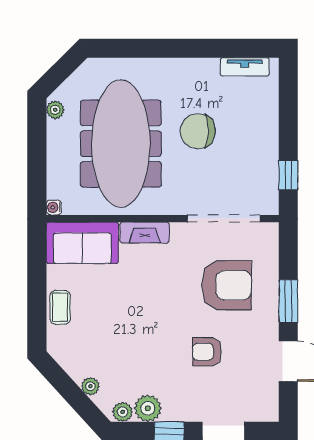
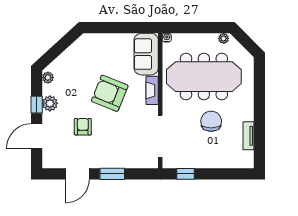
tv unit: (245, 67) -> (249, 136), moved
armchair: (227, 285) -> (110, 93), moved, turned 112
coffee table: (60, 307) -> (109, 41), removed
plant: (90, 386) -> (63, 59), removed
plant: (148, 408) -> (50, 103), moved

